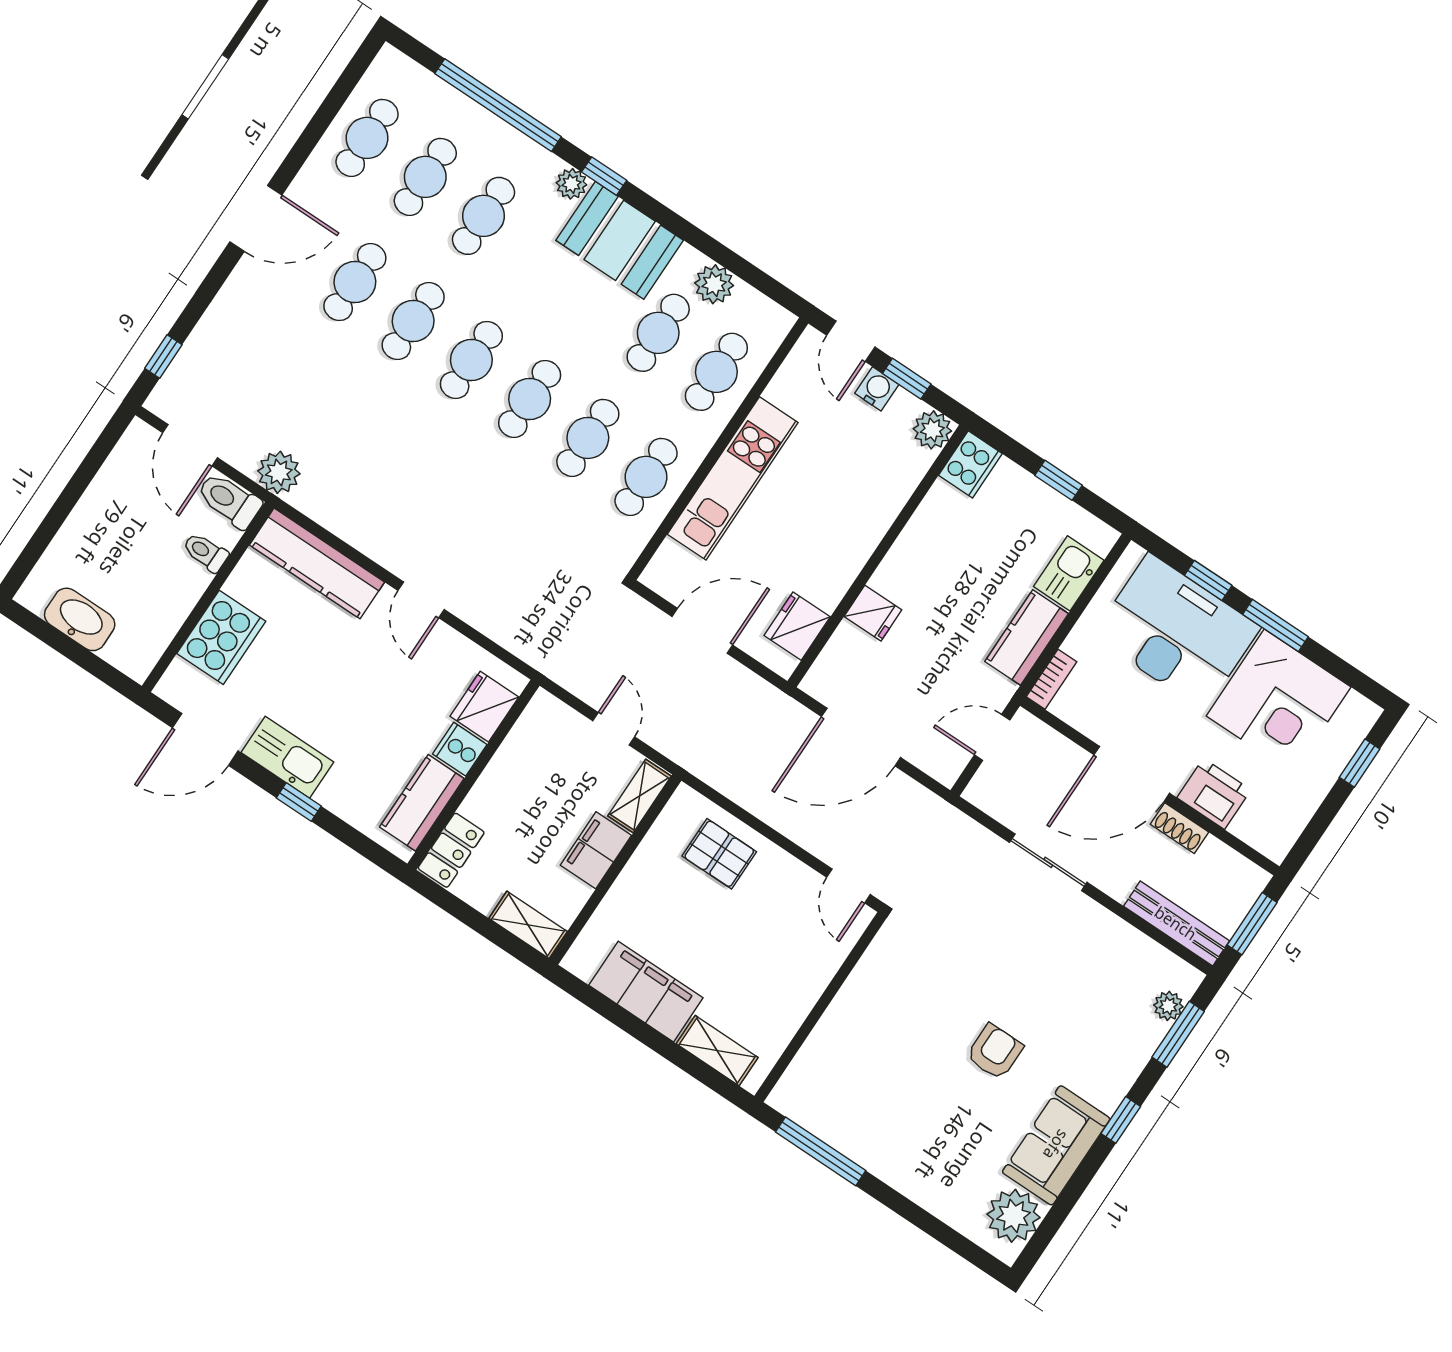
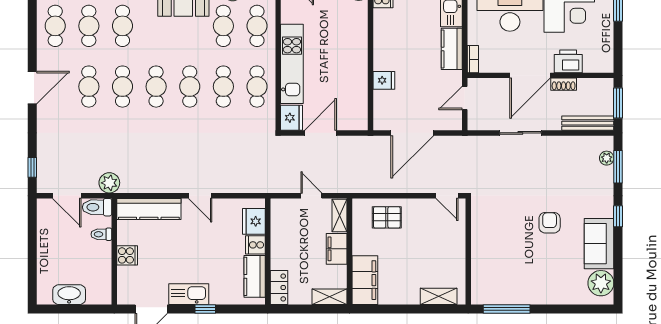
fridge: (797, 626) -> (292, 118), moved, turned 180
cooker: (221, 637) -> (127, 255), width x0.53, depth x0.76
filing cabinet: (646, 992) -> (365, 280), moved, turned 90

